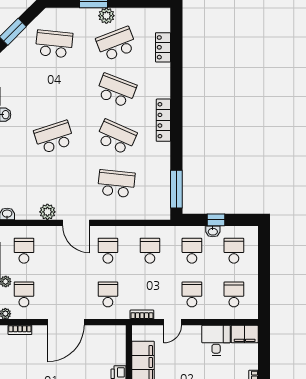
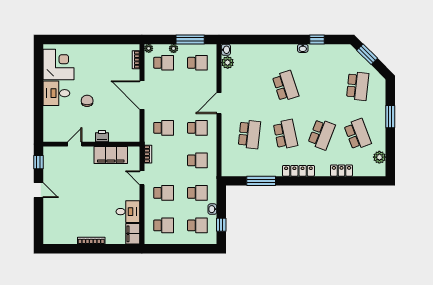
plant: (106, 16) -> (379, 157), moved
locker: (163, 47) -> (342, 171), moved
school desk: (116, 137) -> (285, 134), turned -36
window: (176, 189) -> (261, 181), moved
plant: (47, 212) -> (228, 63), moved
window: (216, 220) -> (221, 225), moved

